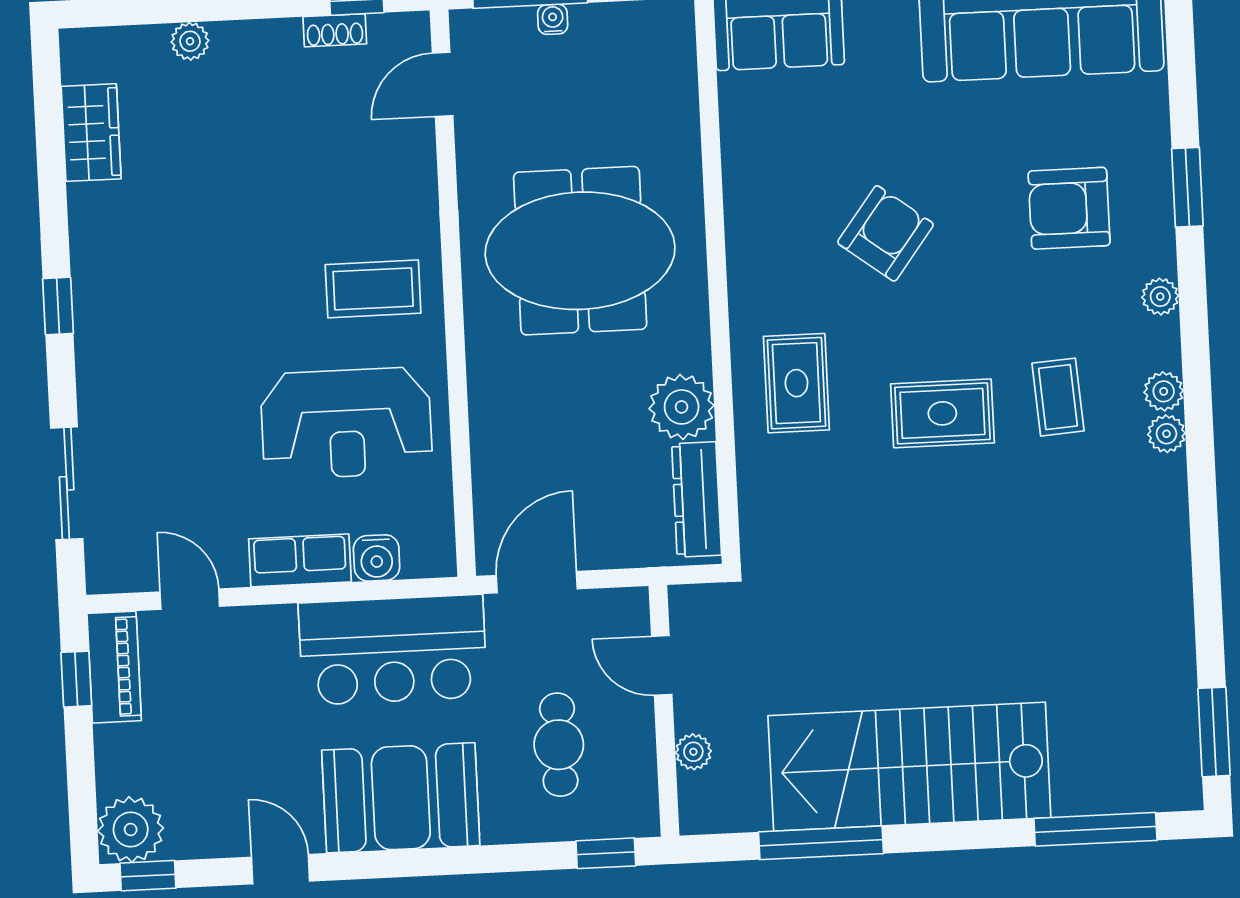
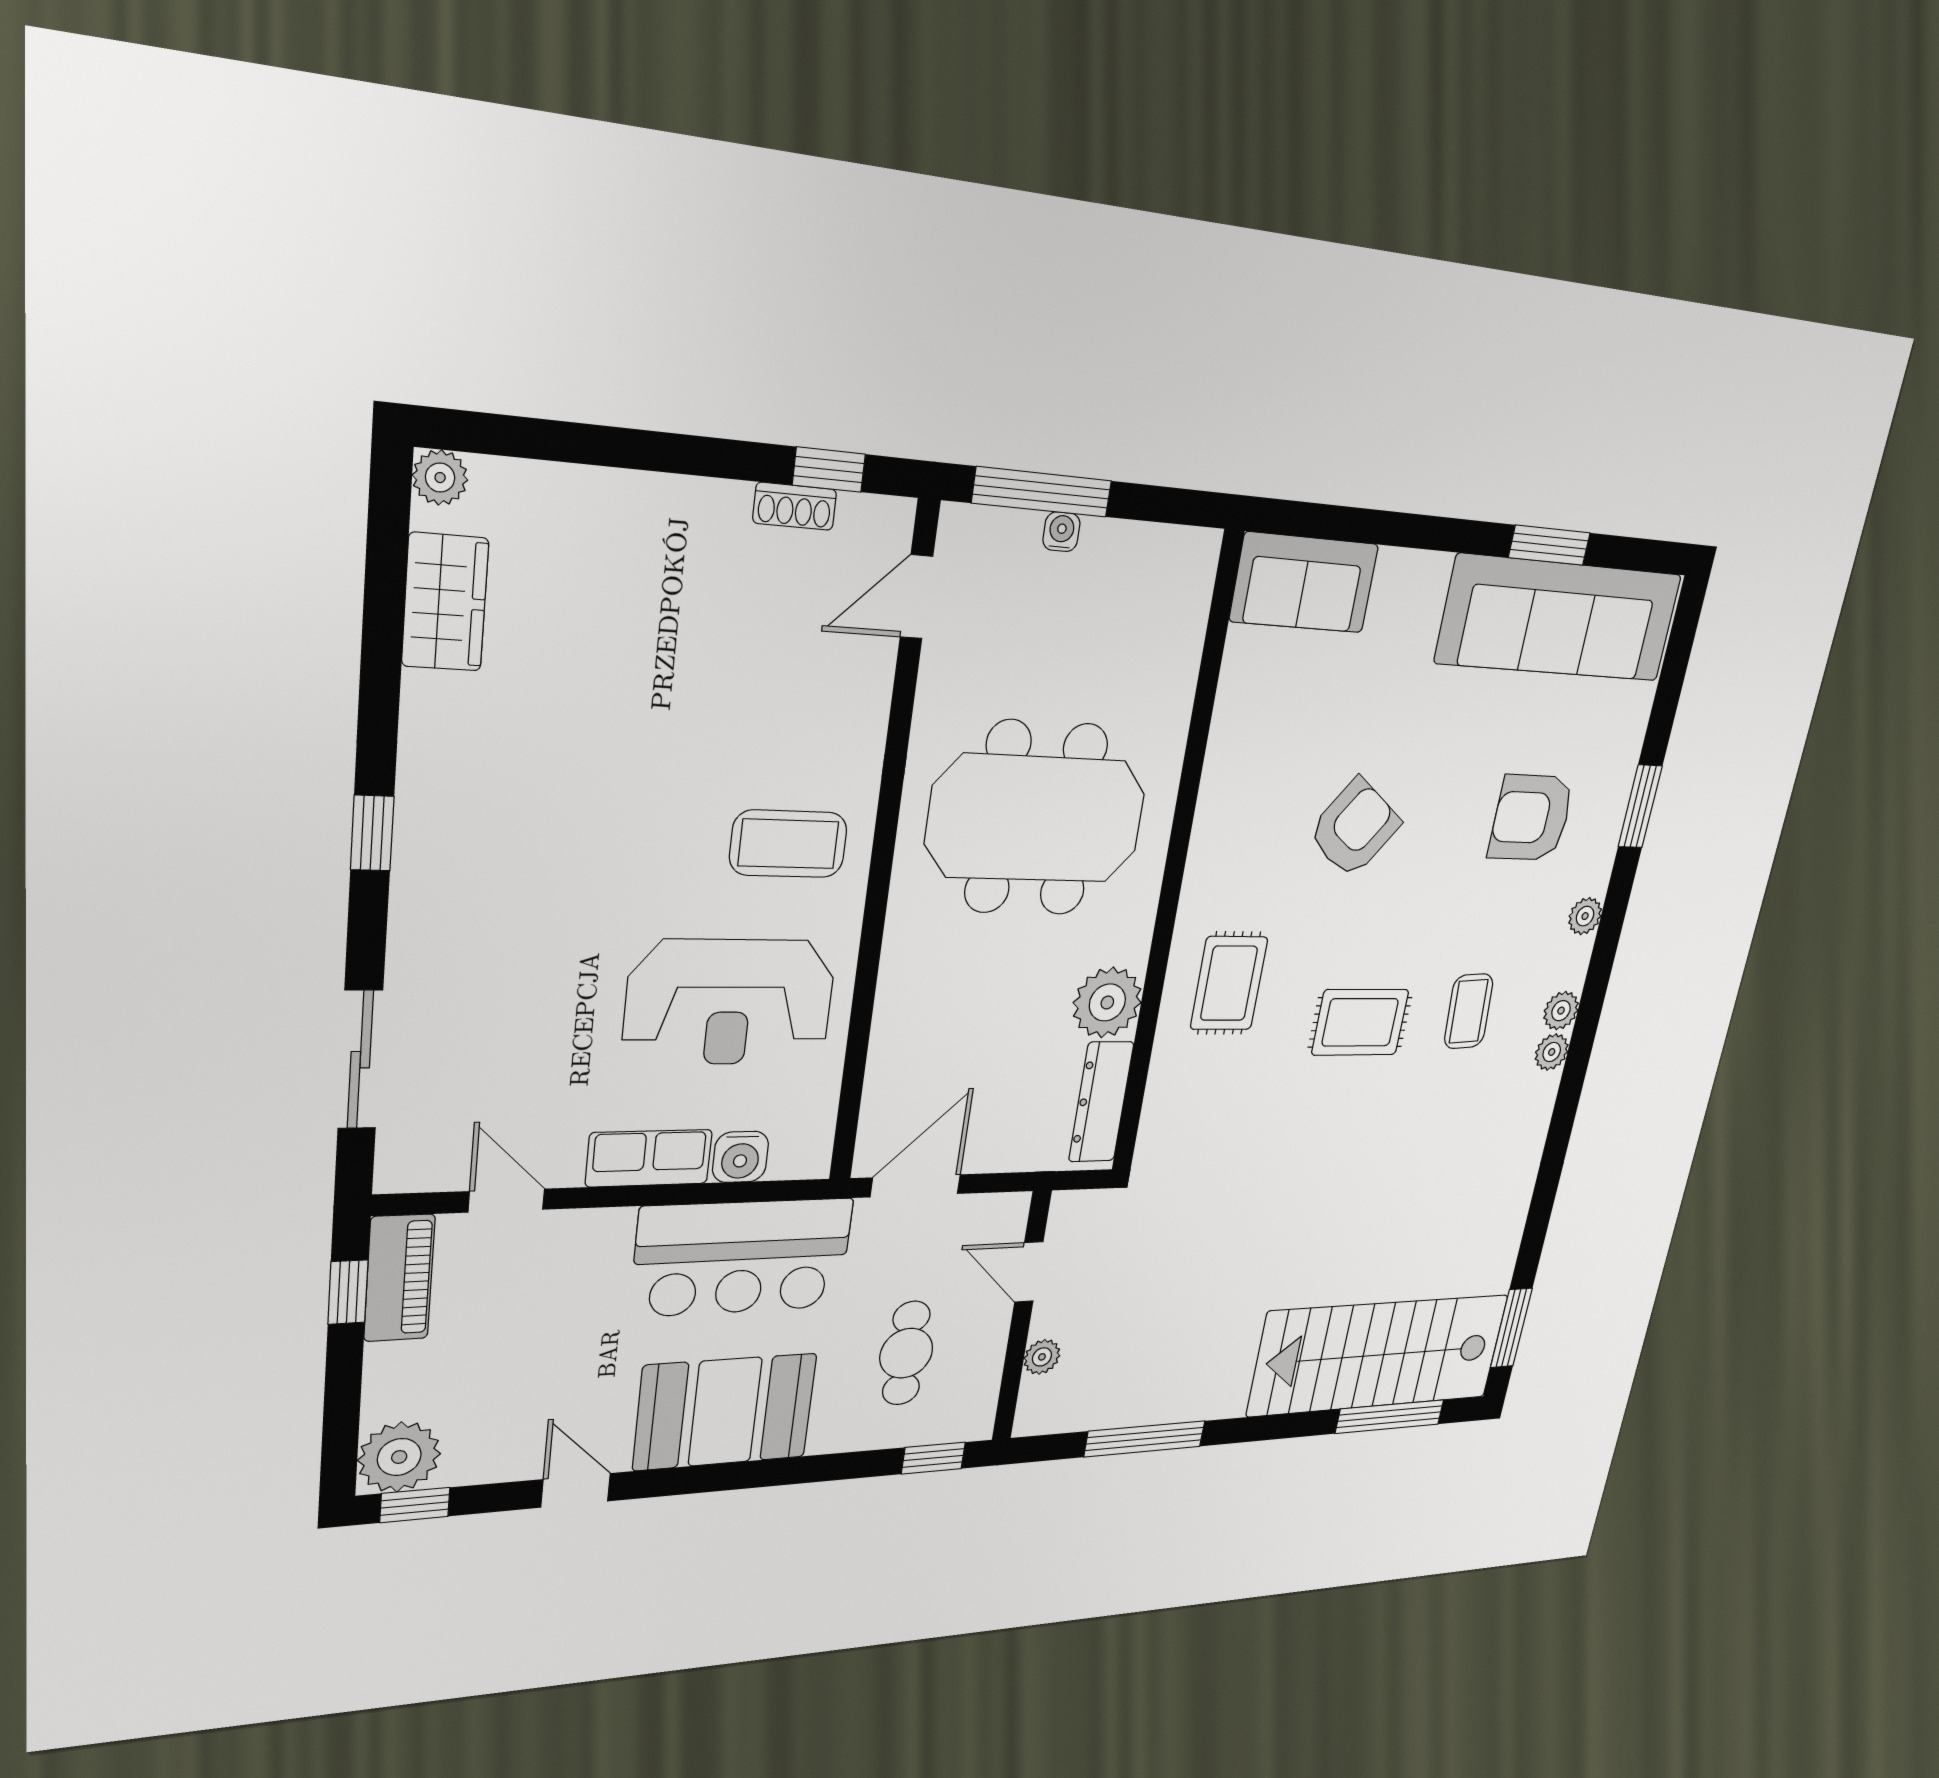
plant: (190, 41) -> (440, 478), moved
stairs: (909, 767) -> (1379, 1355), moved

